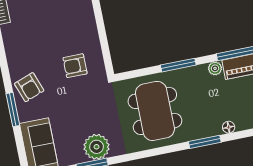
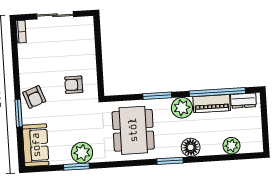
plant: (215, 68) -> (182, 108), width x1.88, depth x1.88
floor lamp: (229, 127) -> (191, 147), width x1.89, depth x1.89

